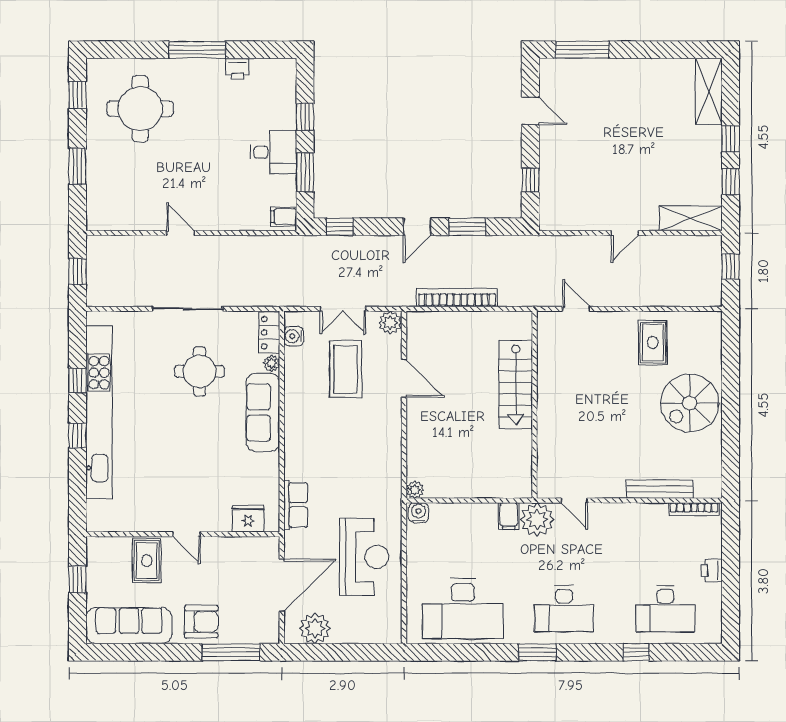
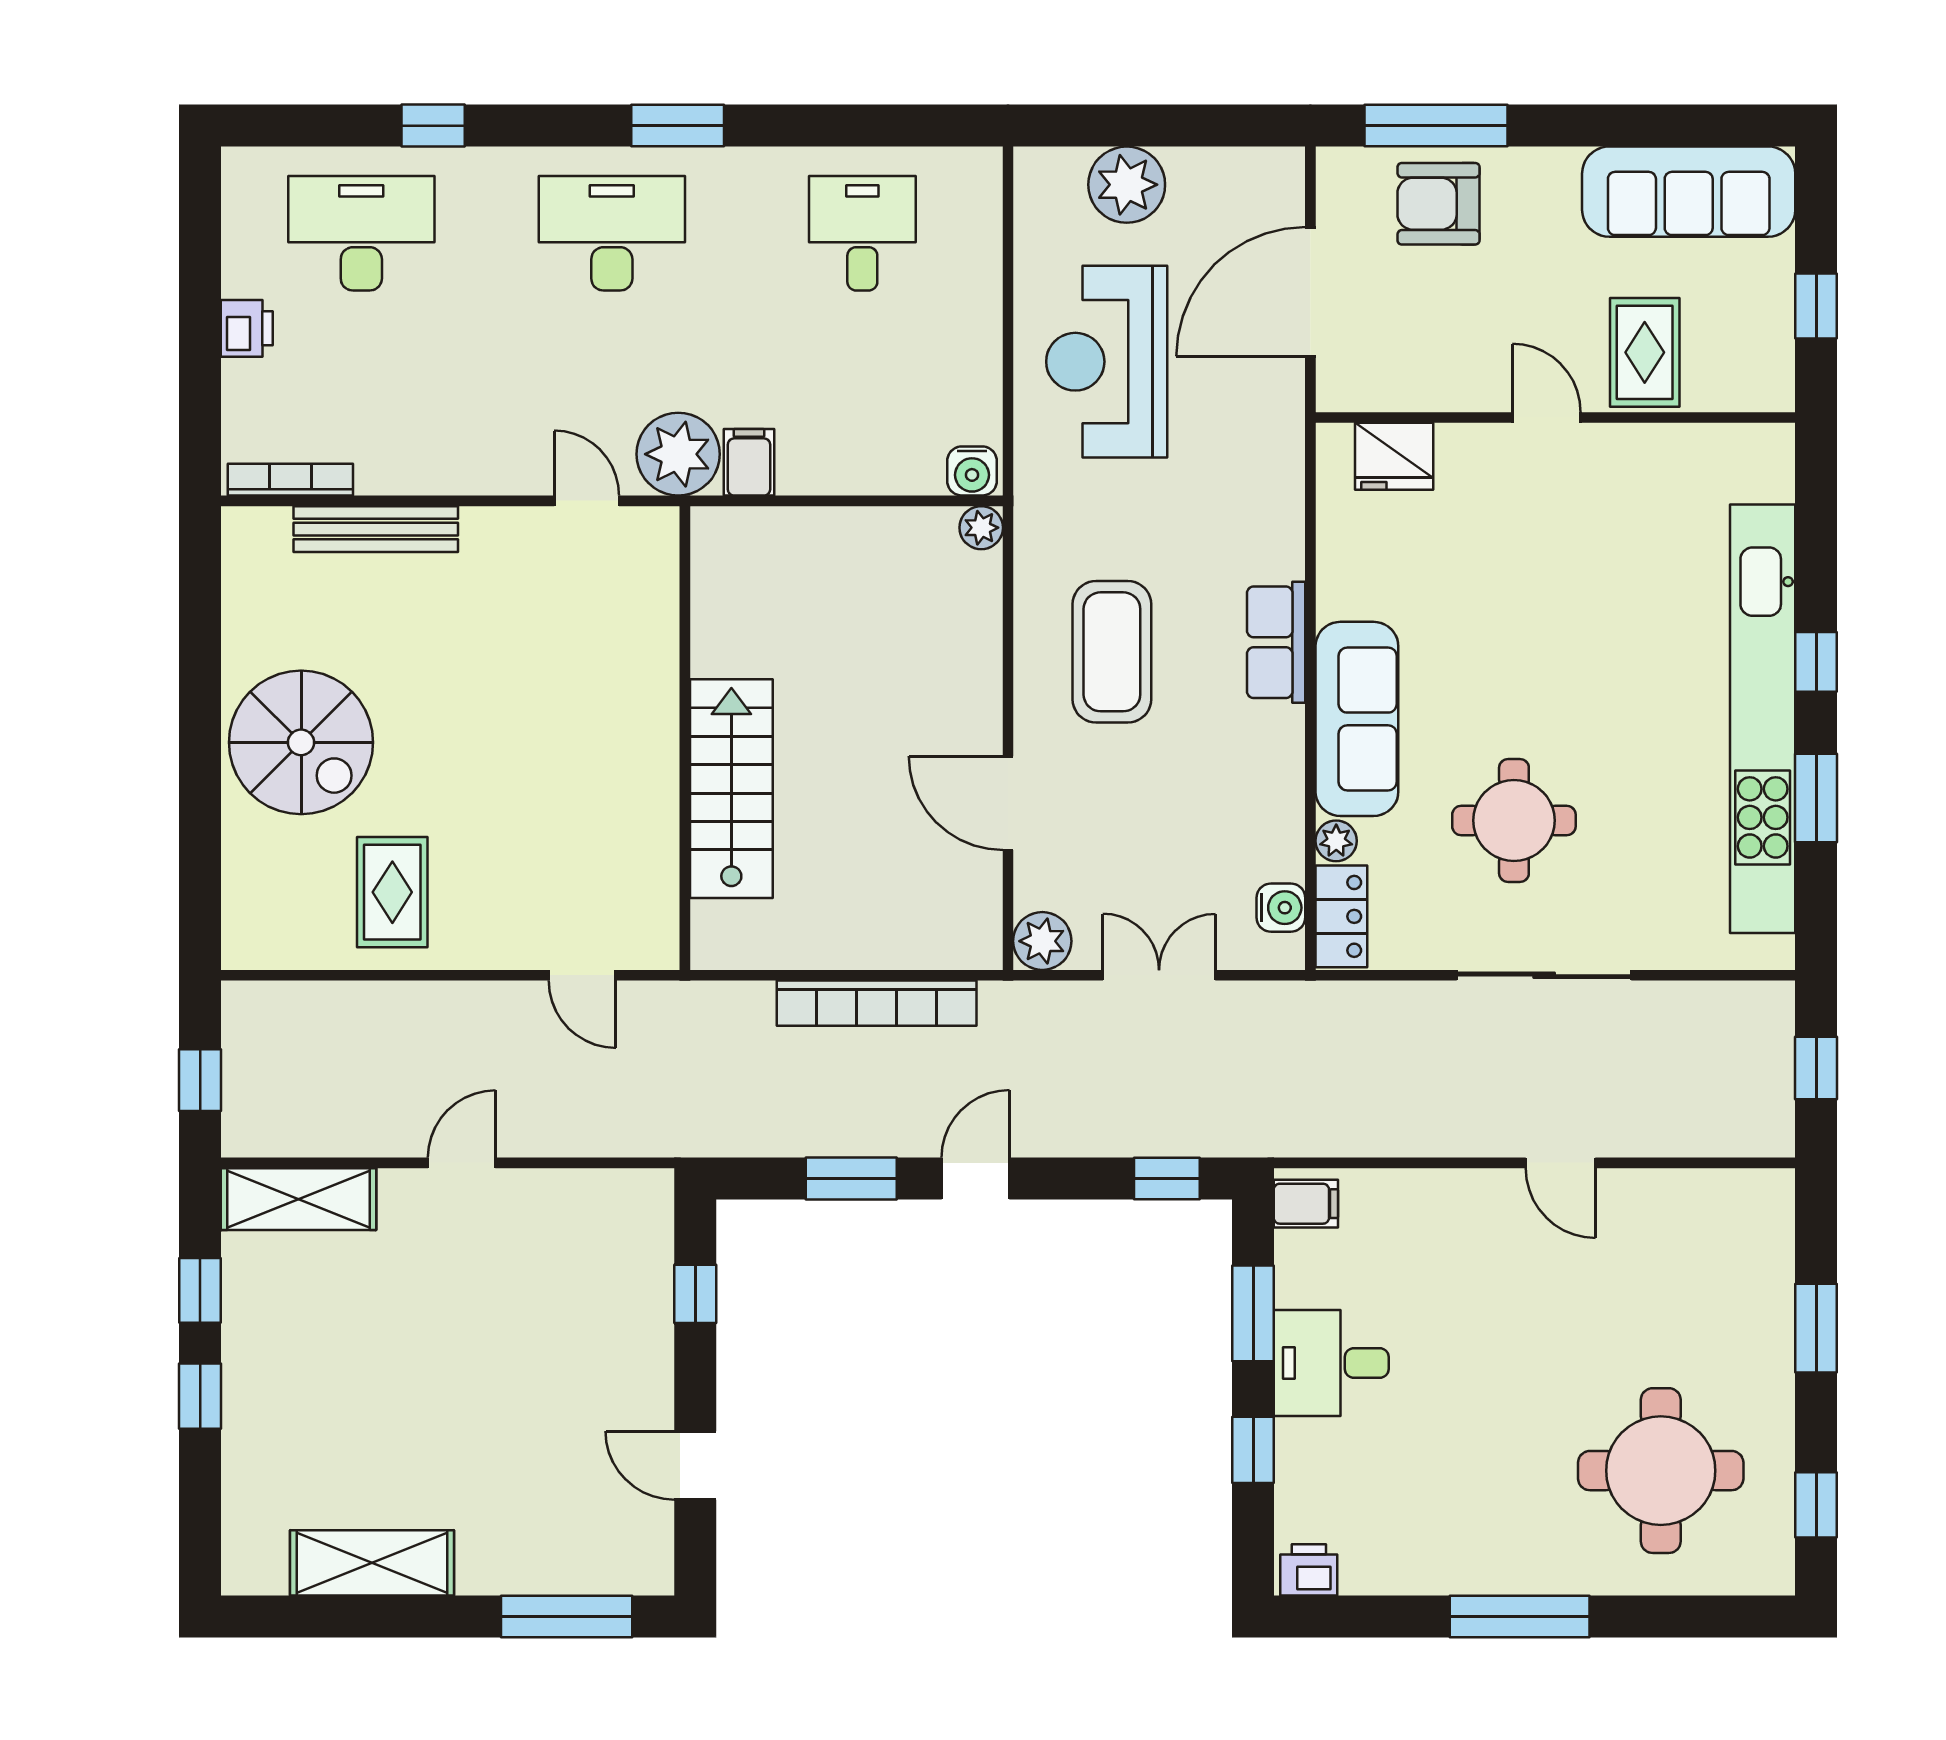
printer: (237, 69) -> (1309, 1570), moved
shelving: (709, 91) -> (372, 1563), moved, turned 90
coffee table: (346, 369) -> (1112, 652), moved
window: (77, 381) -> (1816, 798), width x1.50
spiral stairs: (690, 403) -> (301, 742), turned 90
row of seats: (296, 505) -> (1276, 642), moved
desk: (463, 609) -> (862, 233), width x0.53, depth x0.77
armchair: (201, 622) -> (1439, 204), moved
plant: (315, 628) -> (1127, 185), moved

